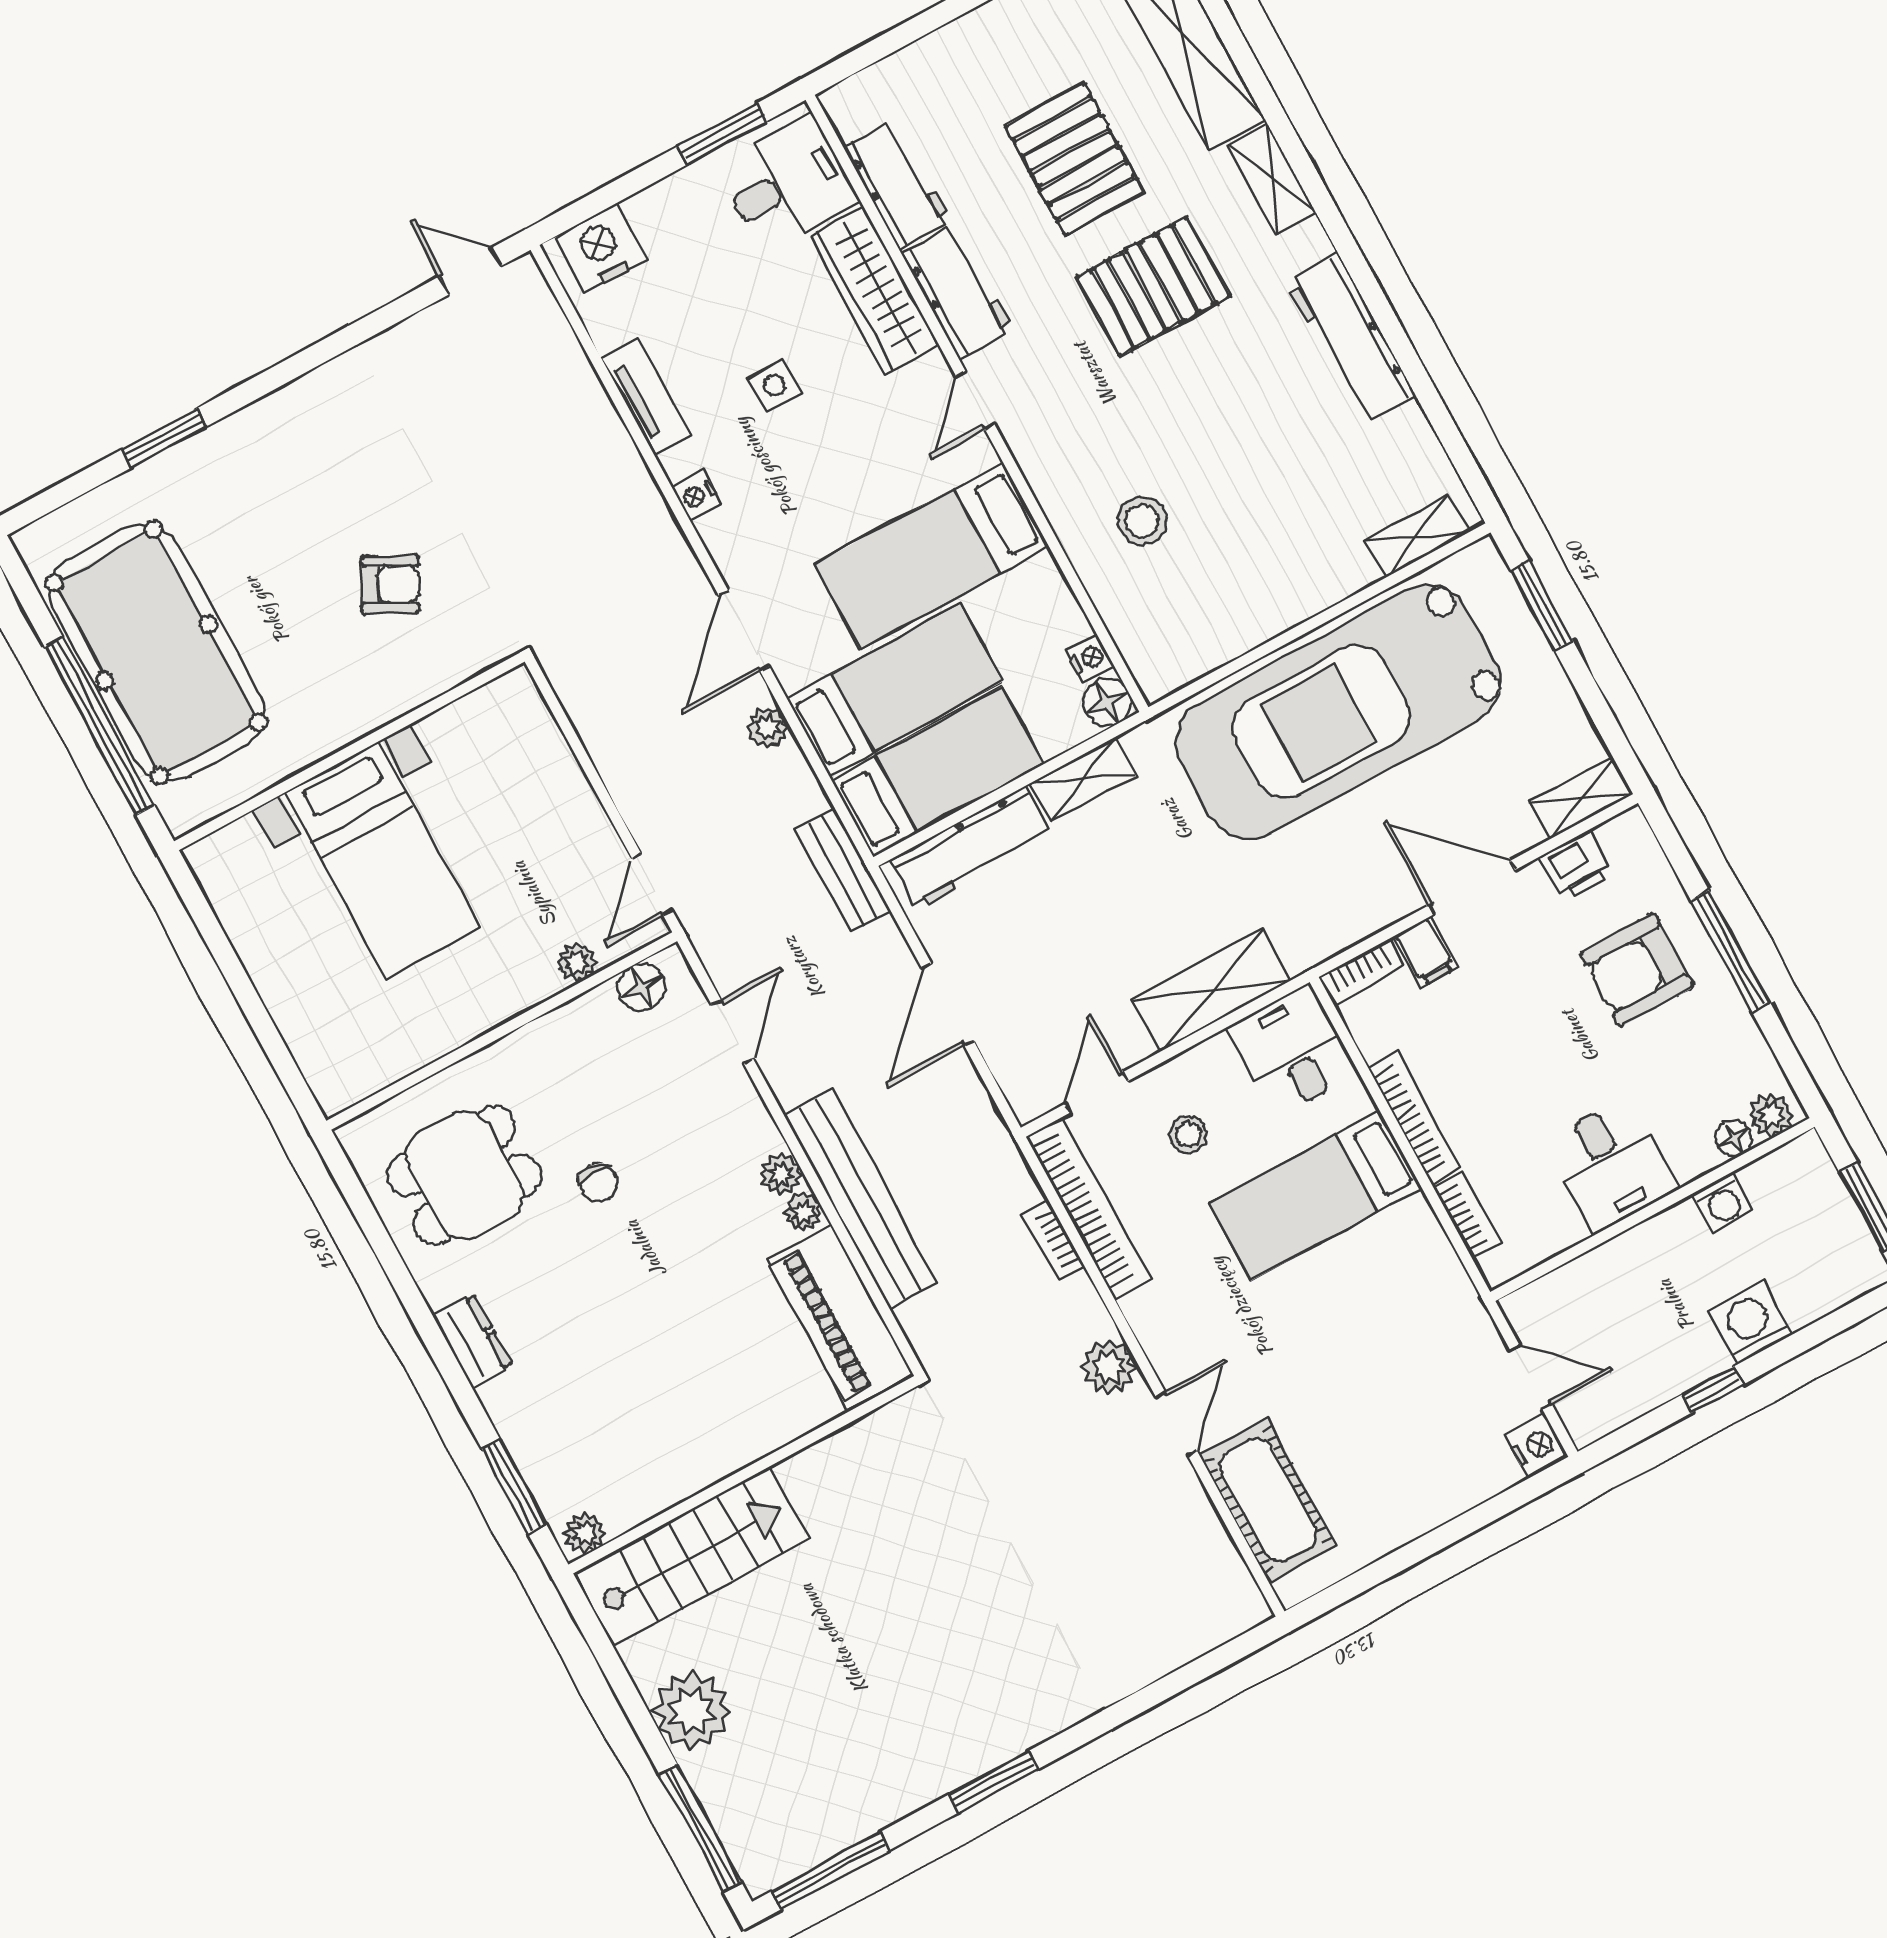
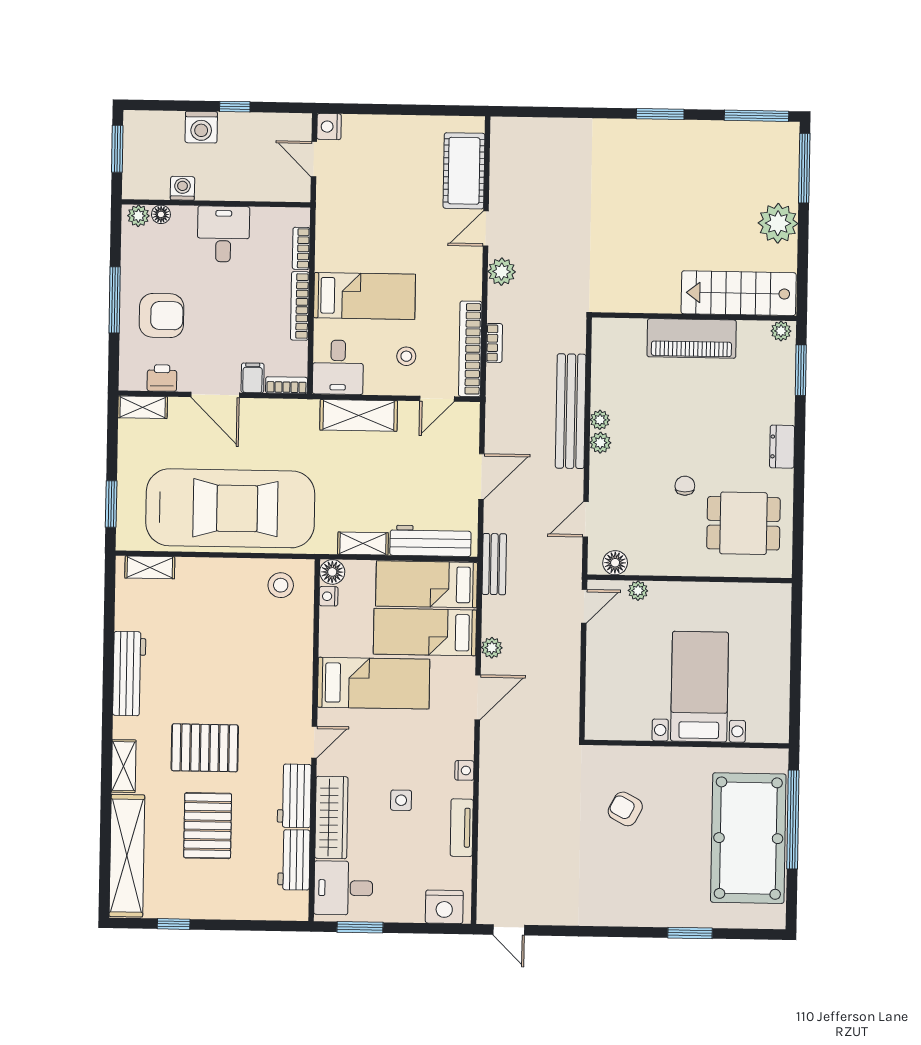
stool: (1142, 521) -> (281, 585), moved
piano: (839, 1316) -> (692, 338), moved, turned 90

